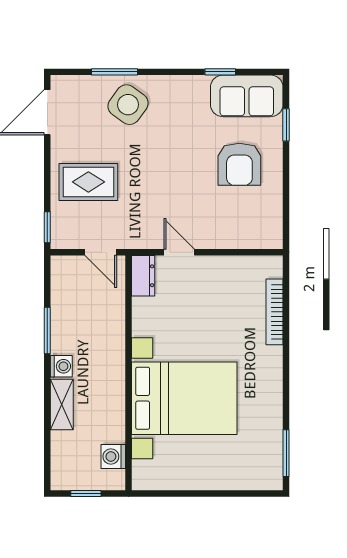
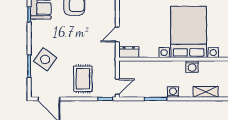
door: (101, 252) -> (117, 87), moved
shelving: (62, 405) -> (206, 92), moved
washing machine: (113, 457) -> (192, 67), moved

